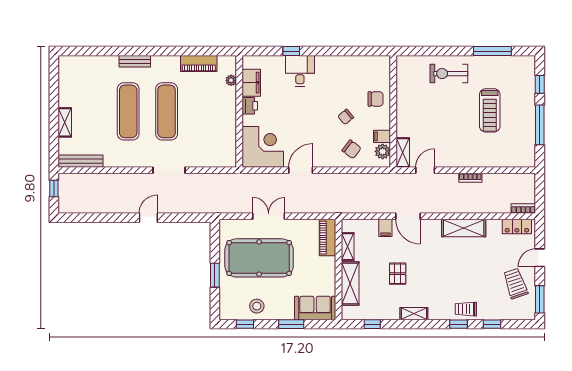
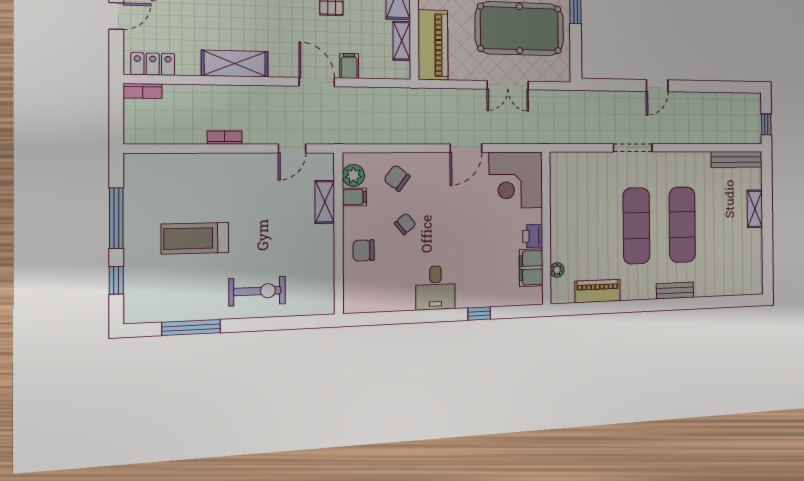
desk: (300, 71) -> (435, 288), moved
treadmill: (490, 110) -> (195, 238), turned -90
shelving: (403, 153) -> (325, 202), moved
piano: (327, 238) -> (433, 45), width x1.37, depth x1.33

